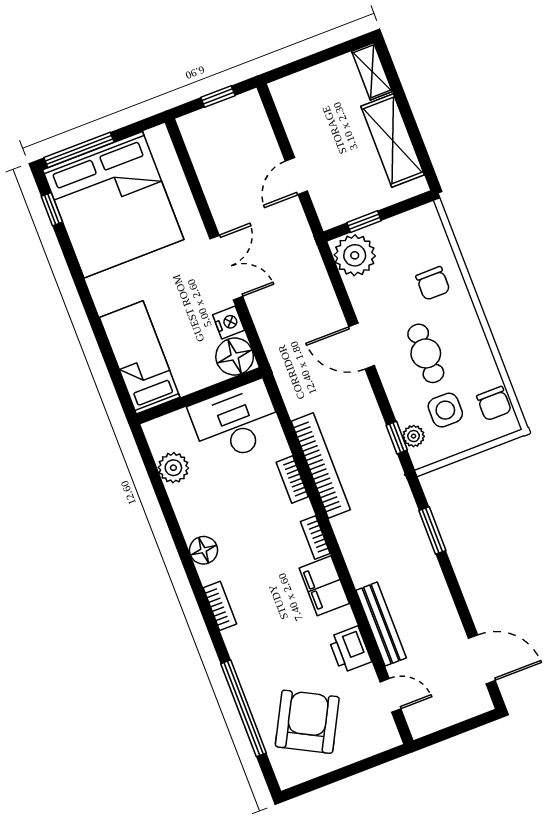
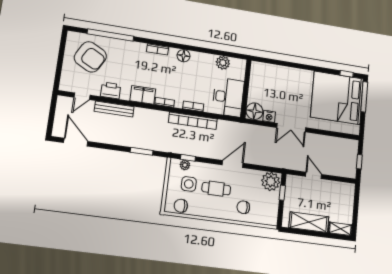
bed: (140, 357) -> (273, 74), removed
door: (482, 659) -> (76, 142), swing flipped

